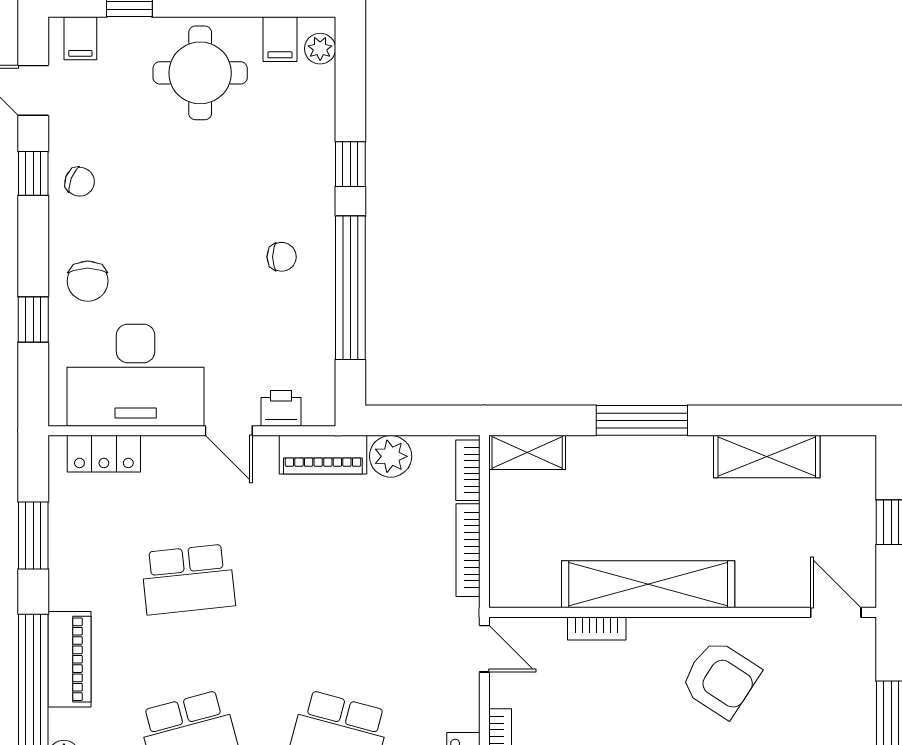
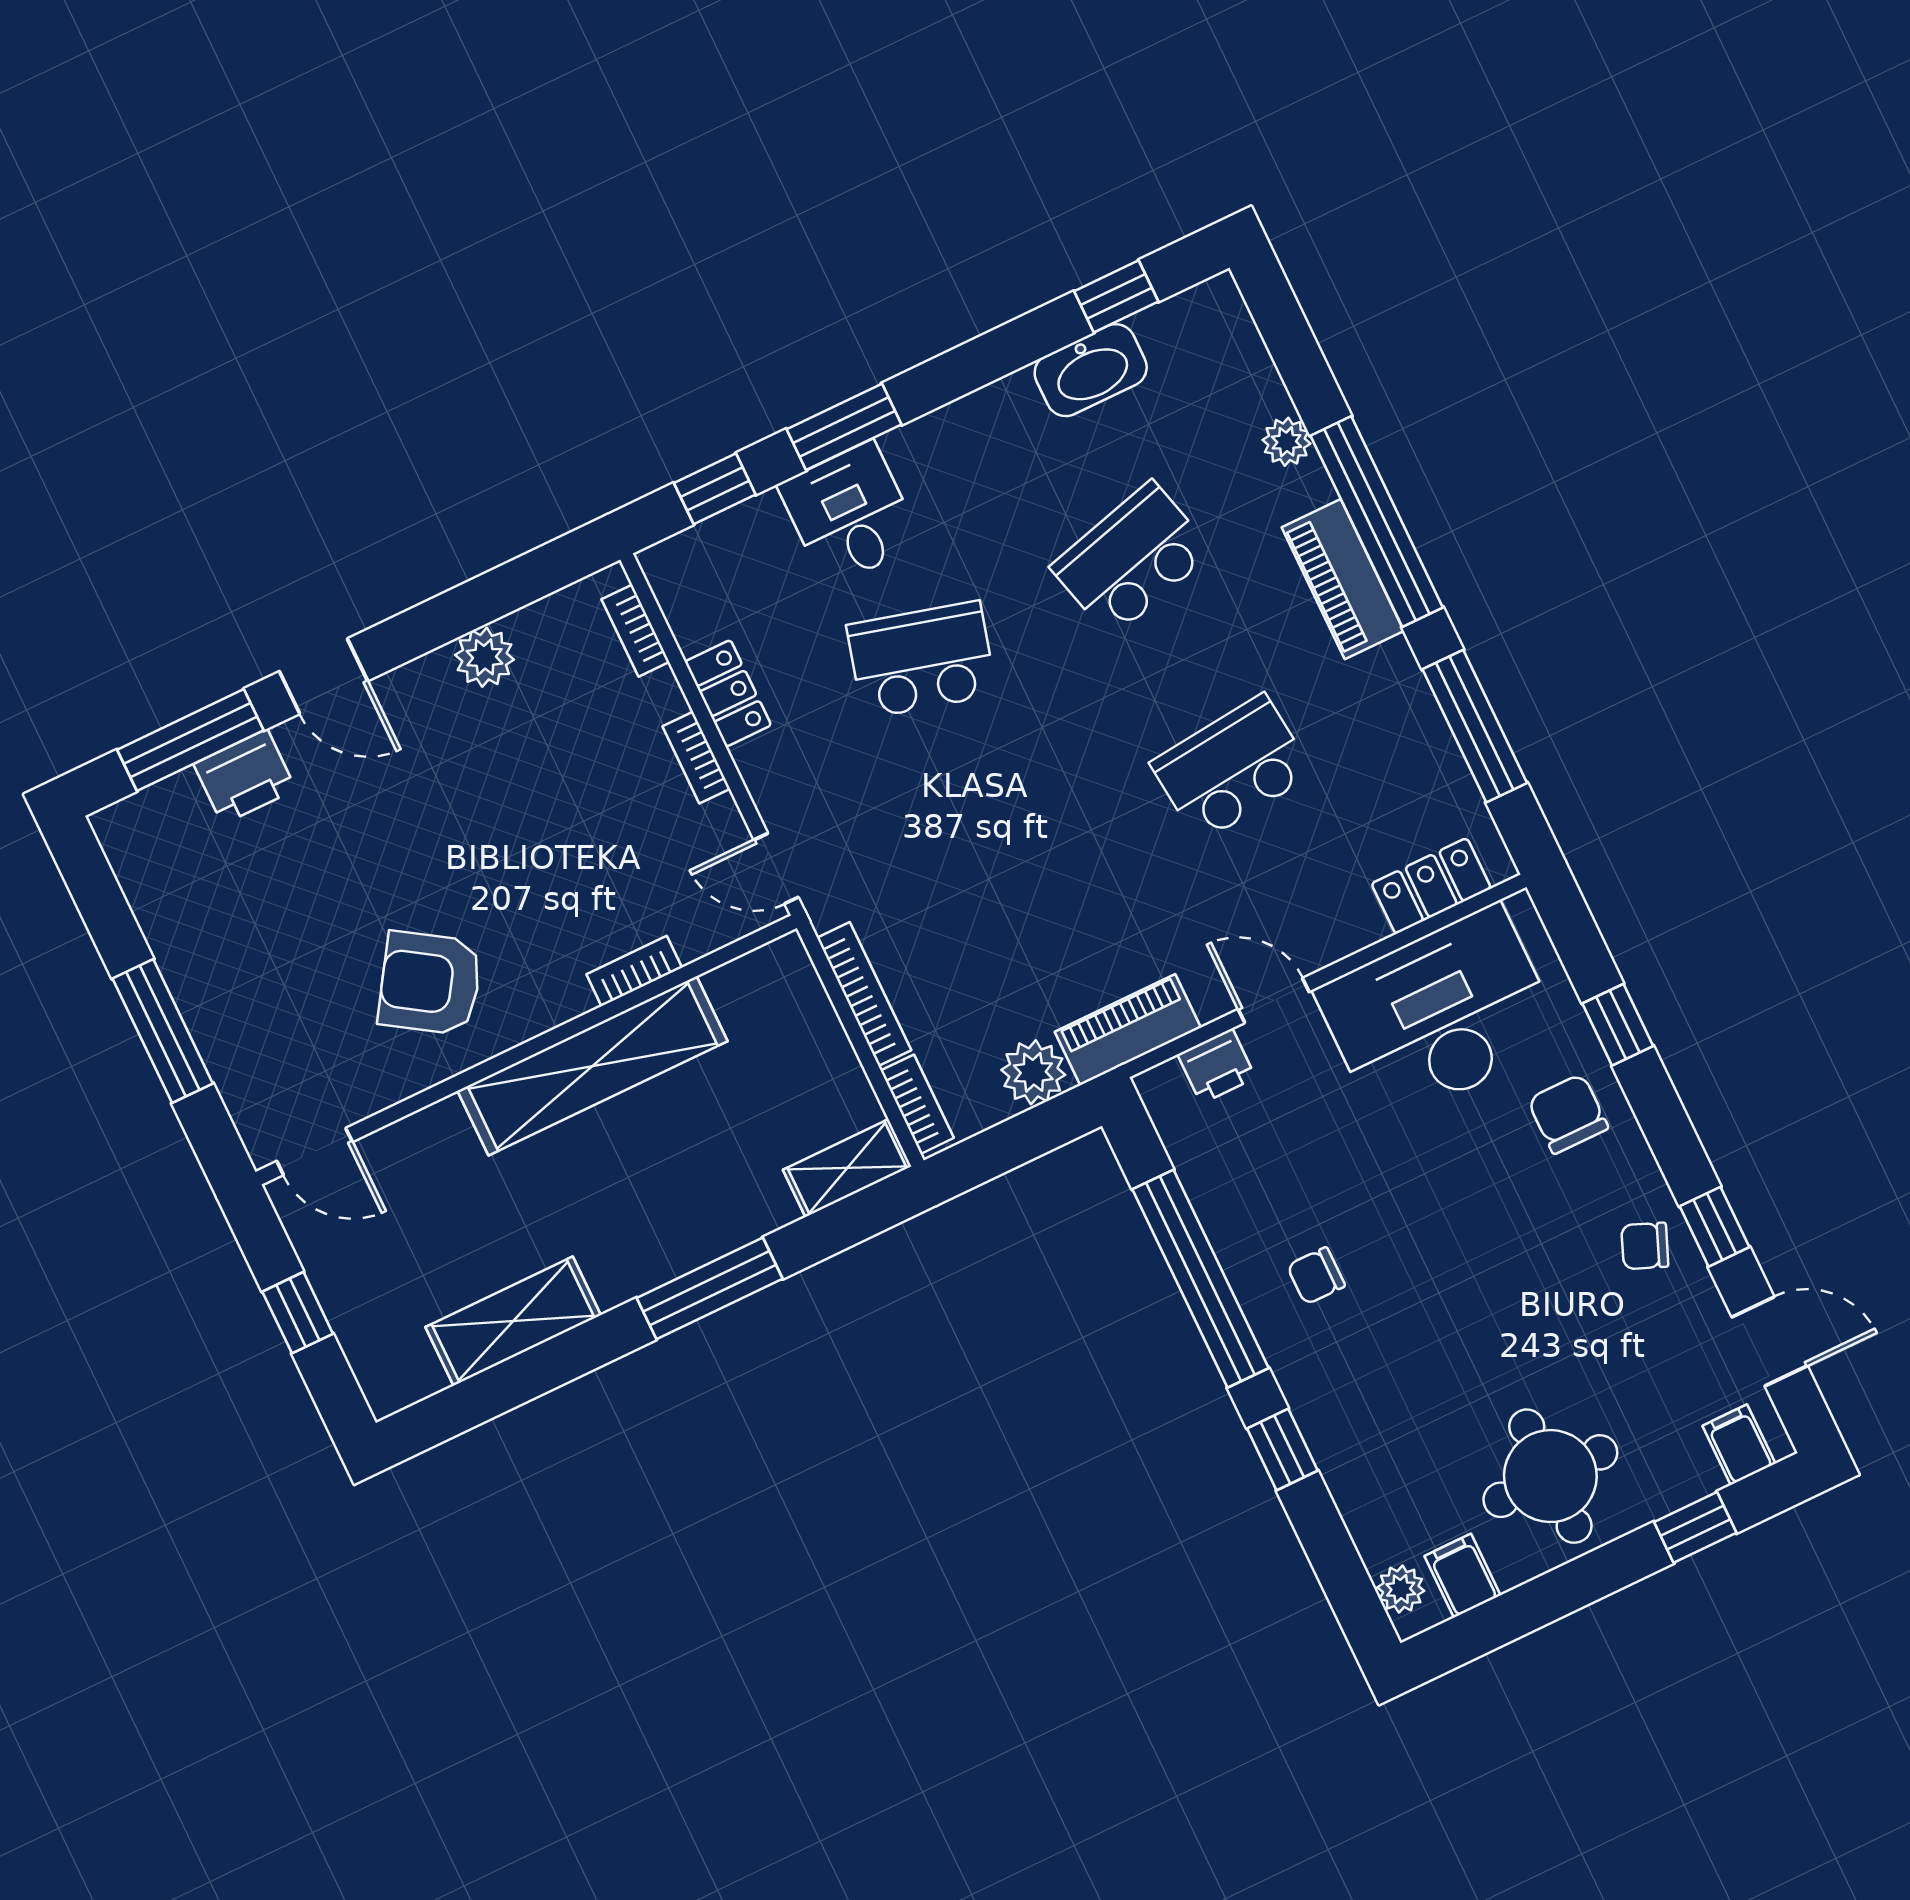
window: (33, 535) -> (1475, 726), width x1.44

